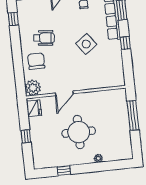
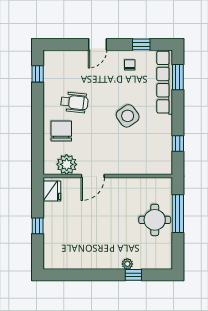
window: (125, 43) -> (178, 143), moved
plant: (33, 88) -> (67, 164), moved
round table: (79, 132) -> (155, 220), moved, width x0.73, depth x0.73
window: (64, 171) -> (133, 275), moved

